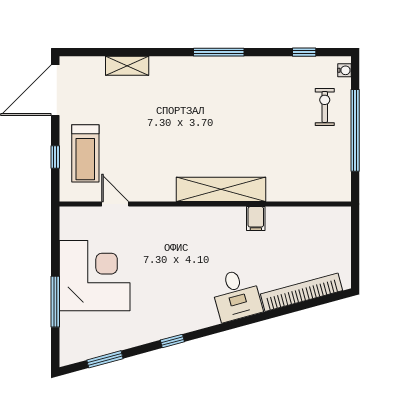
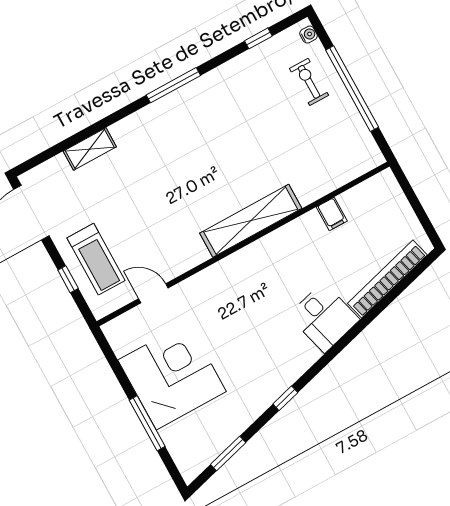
filing cabinet: (256, 219) -> (332, 214), moved

